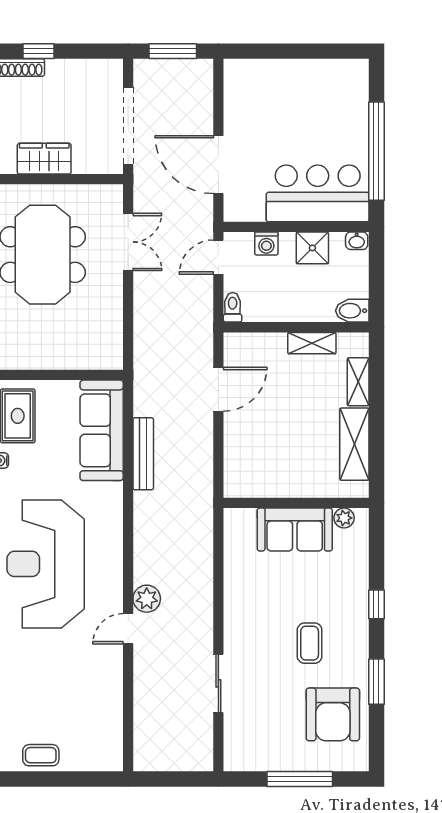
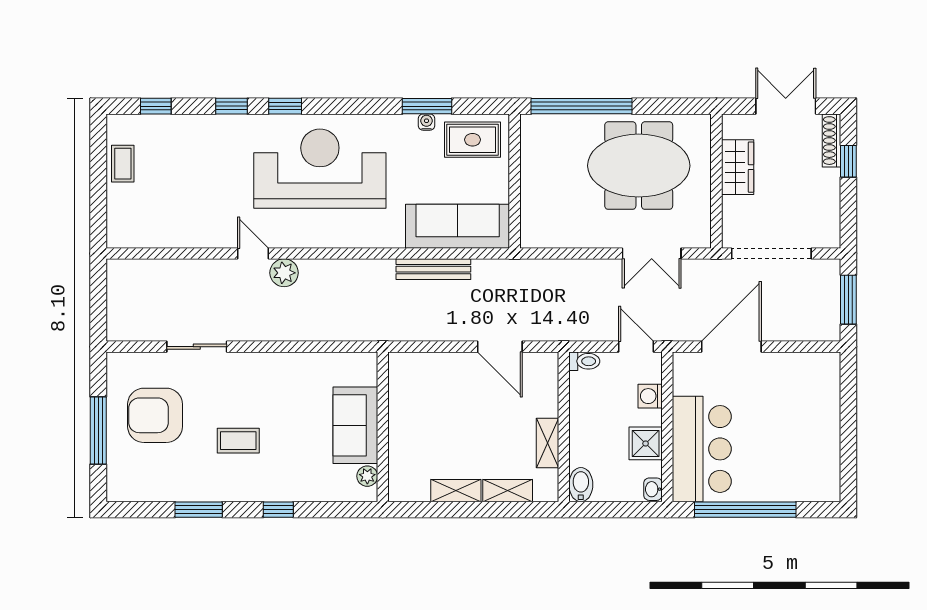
shelving: (354, 444) -> (456, 491), width x0.67, depth x0.75
armchair: (333, 714) -> (155, 415), moved

